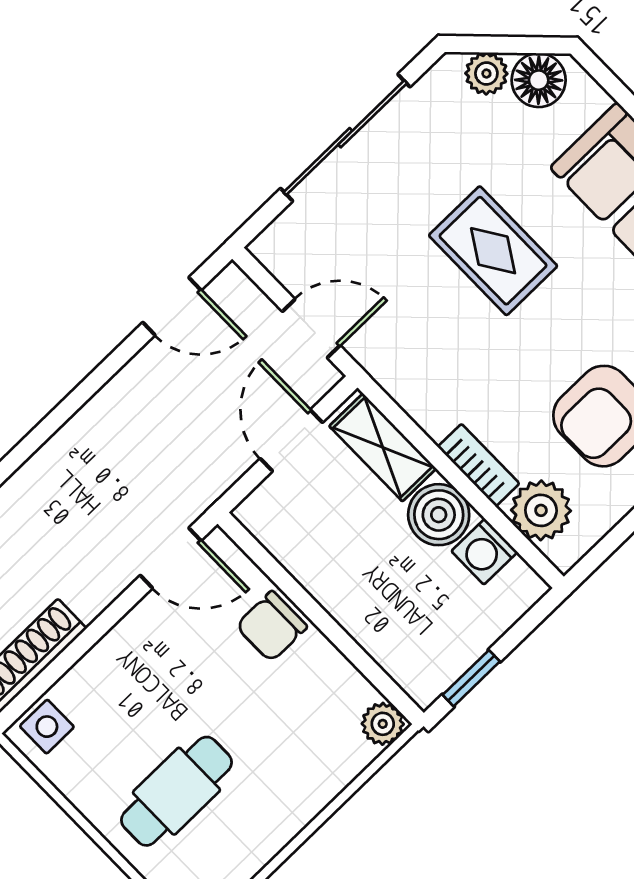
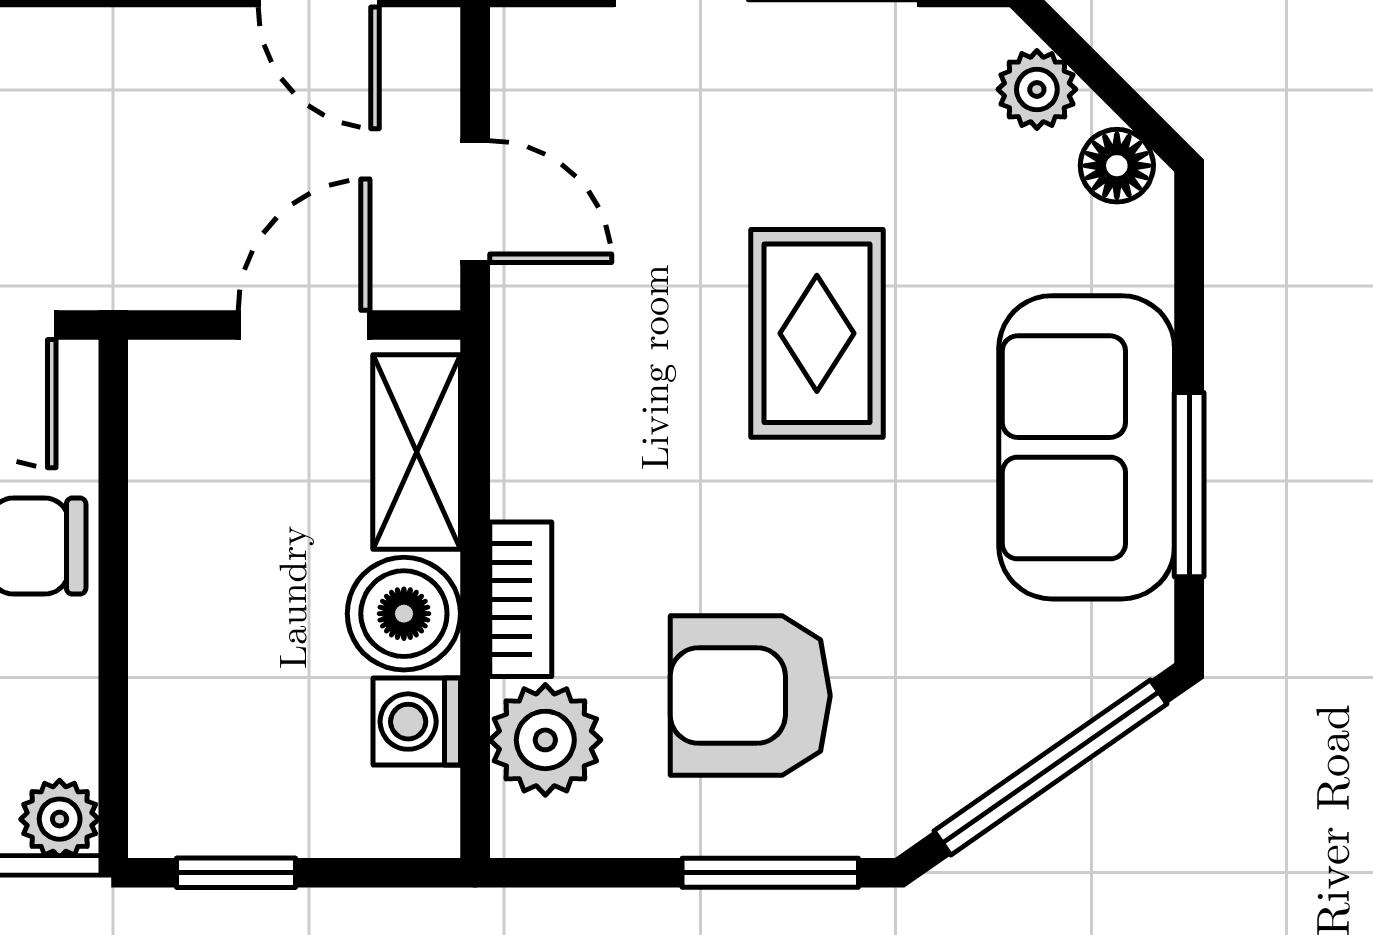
floor lamp: (539, 80) -> (1117, 166), width x0.73, depth x0.73

